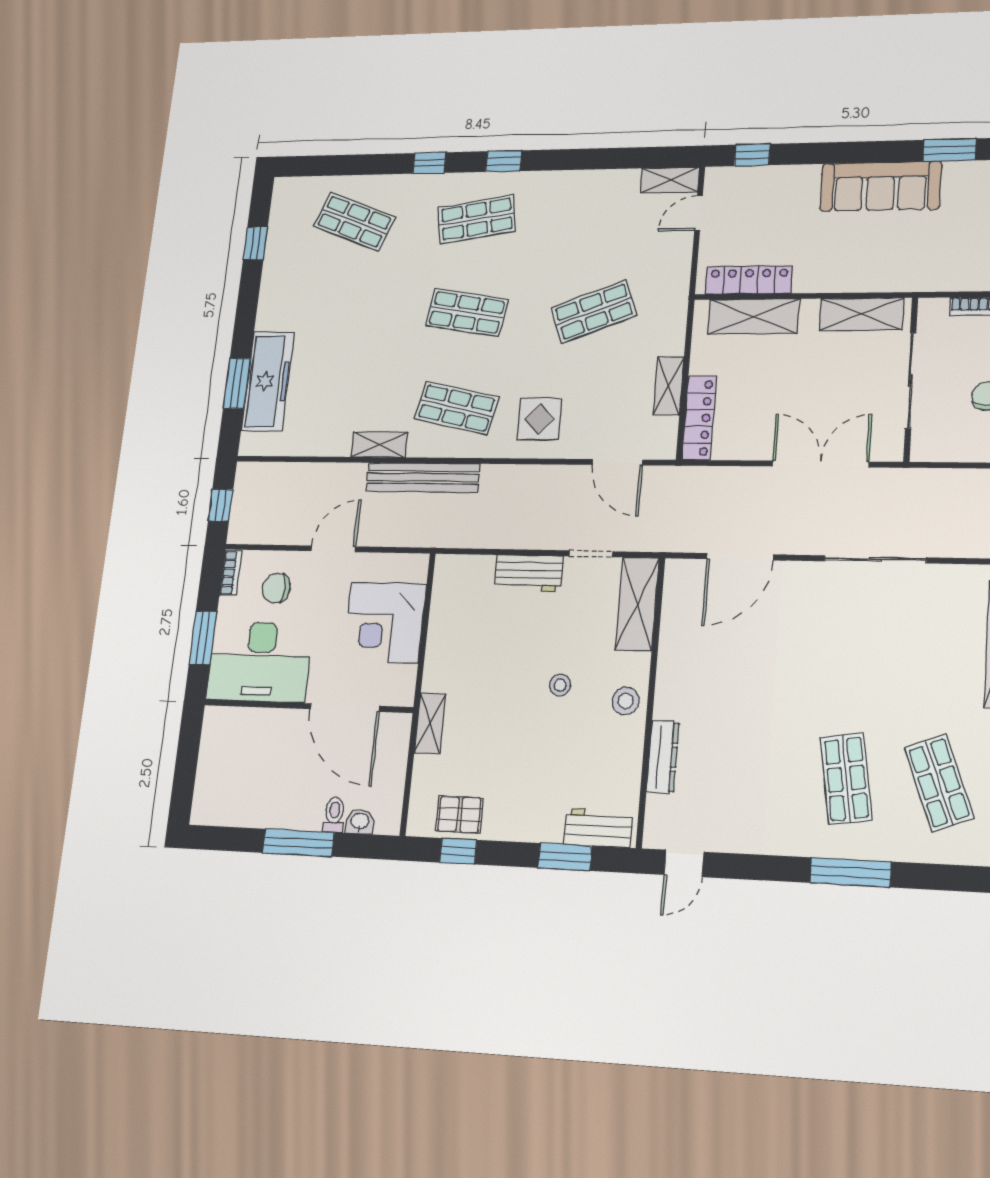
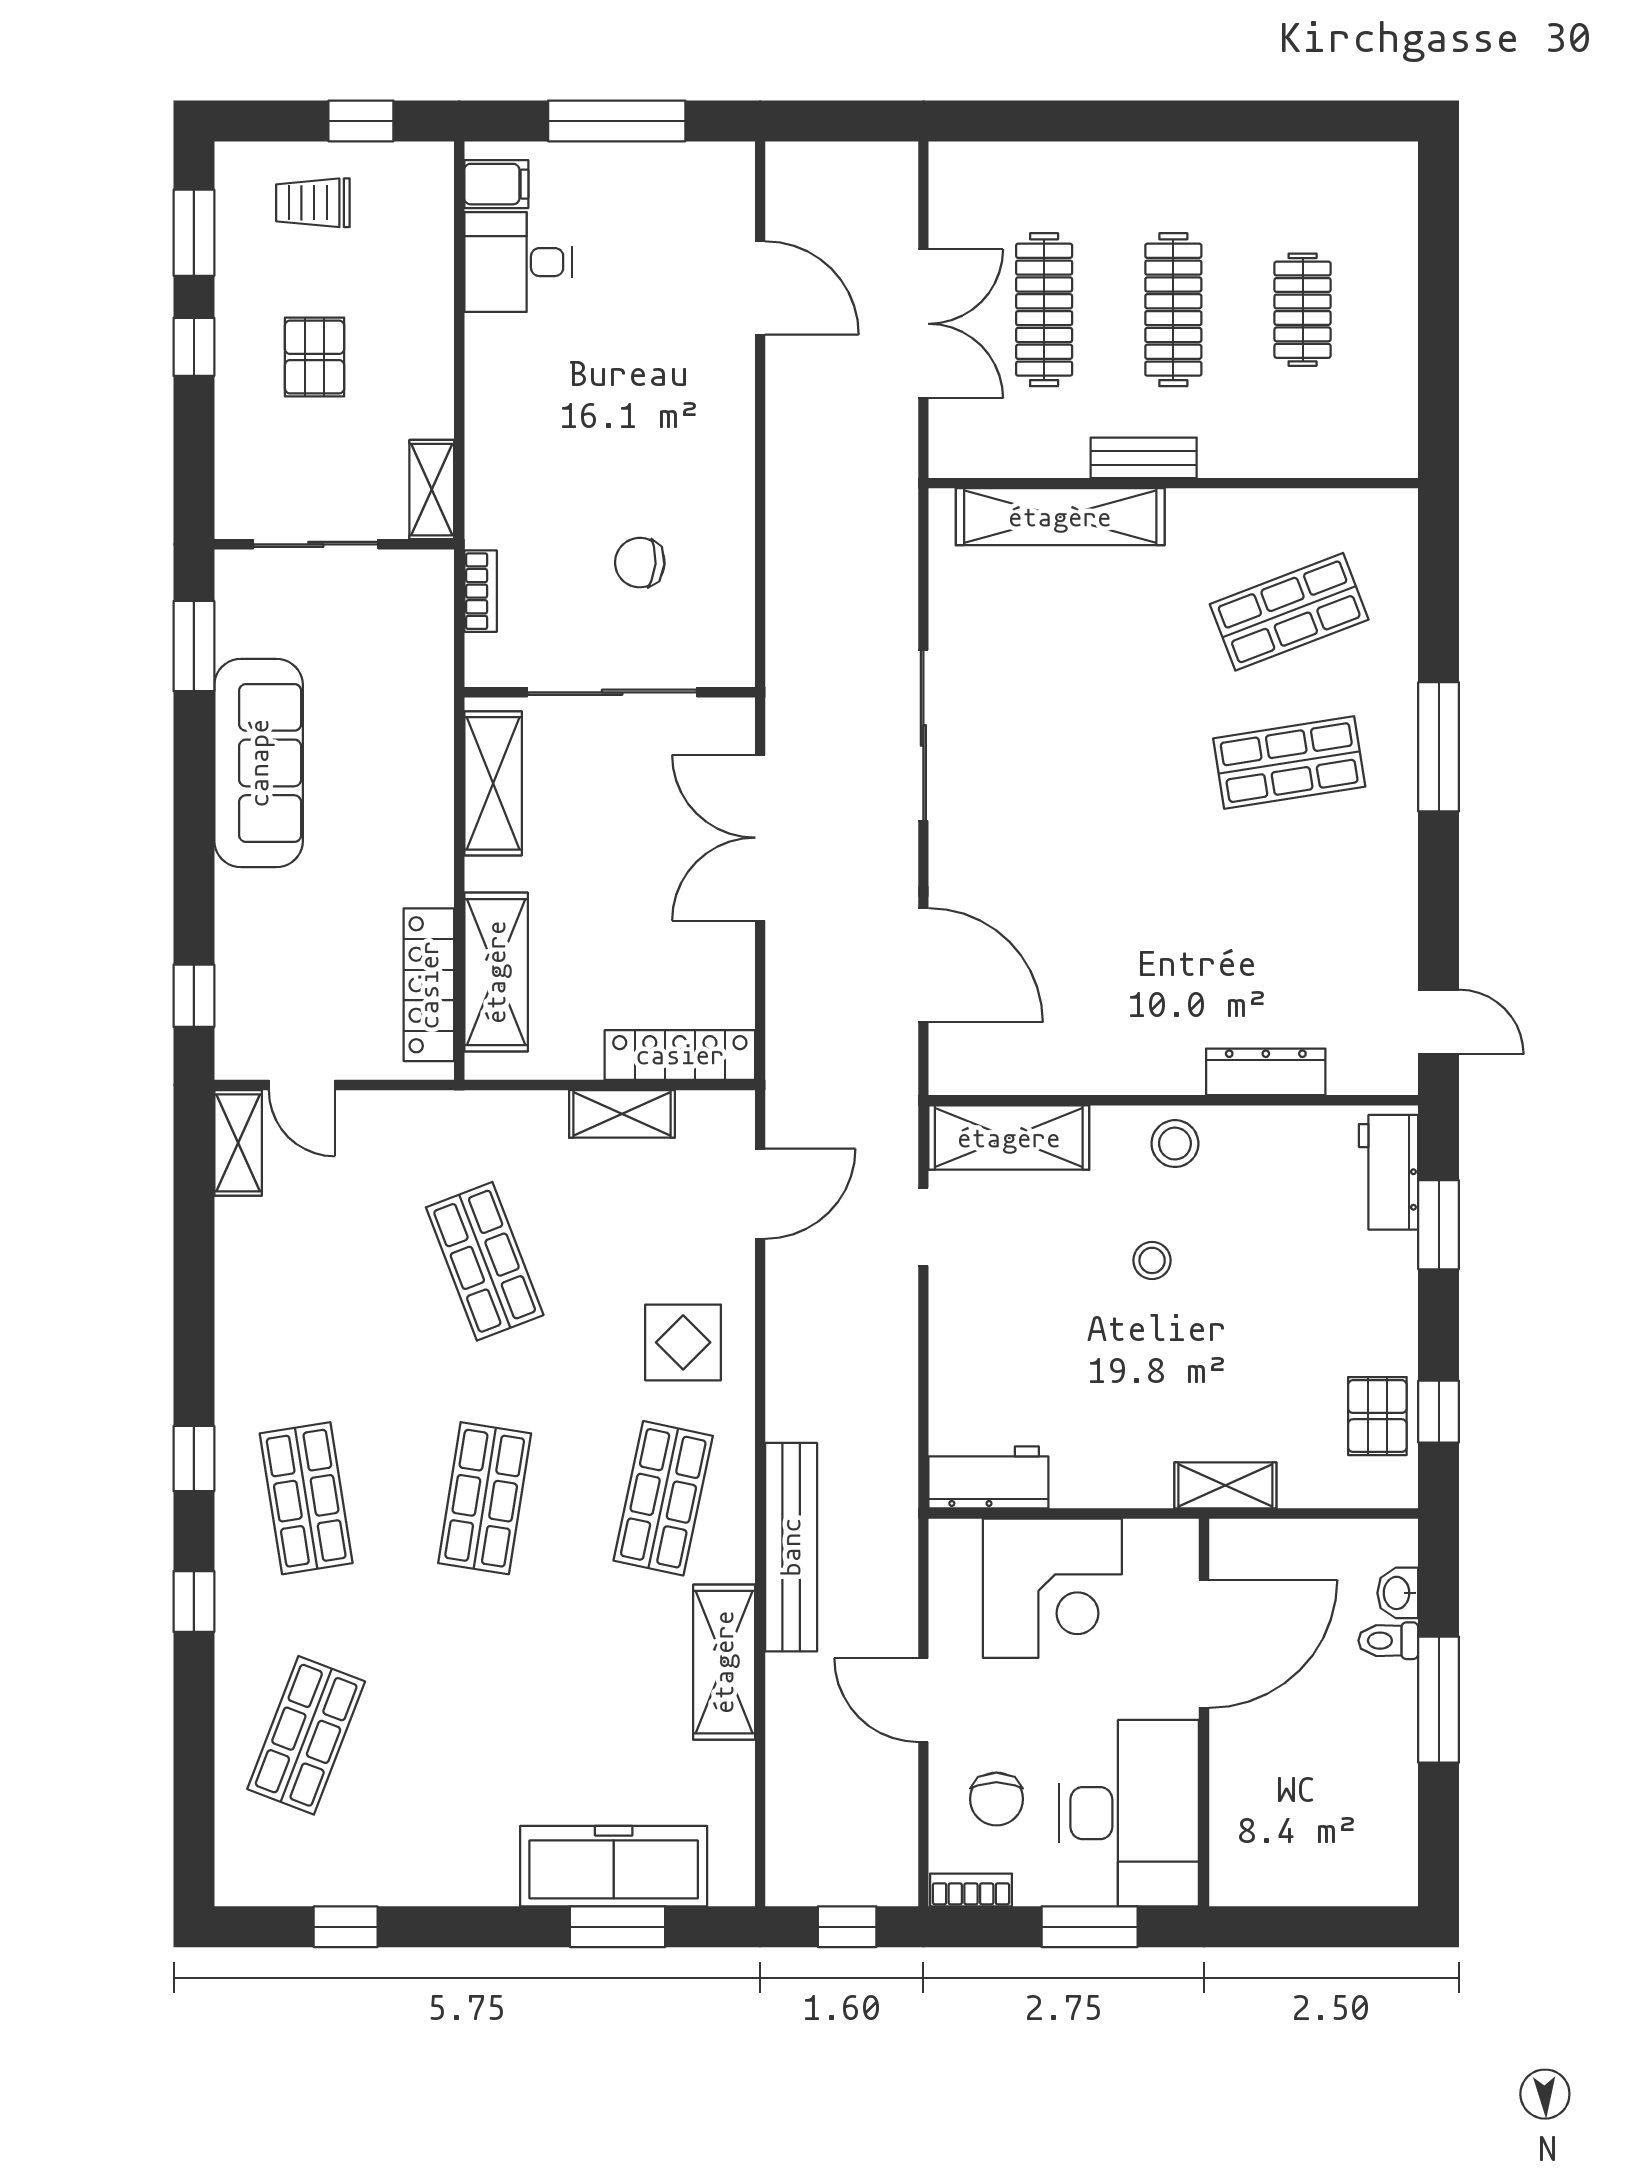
shelving: (379, 445) -> (724, 1662), width x1.50, depth x1.33
workbench: (529, 573) -> (988, 1477), moved, turned -90

